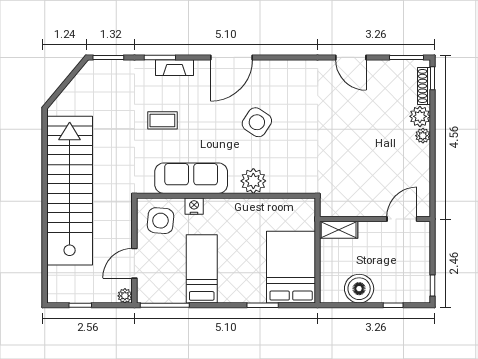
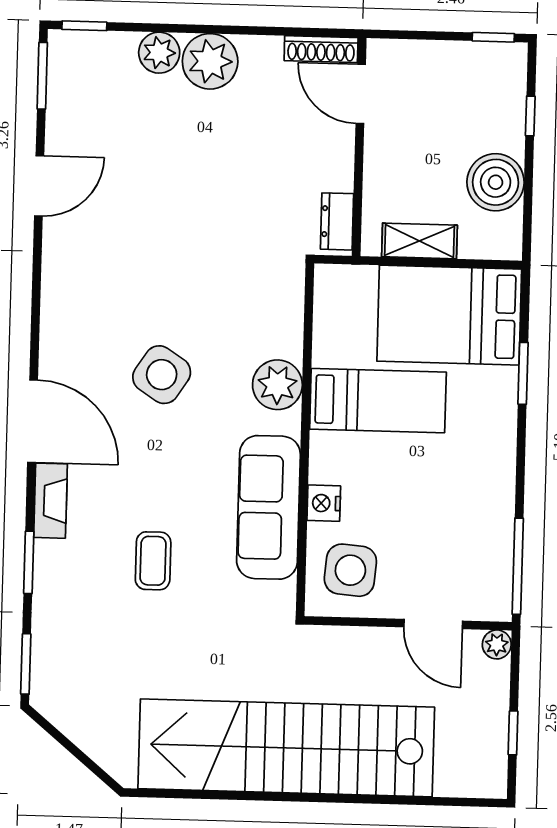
fireplace: (174, 68) -> (51, 501), moved
shoe rack: (424, 86) -> (321, 49), moved
plant: (423, 136) -> (210, 61), width x1.88, depth x1.88
dresser: (337, 209) -> (337, 221), added
shelving: (339, 230) -> (419, 241), moved, turned 90
bed: (202, 269) -> (378, 401), moved, turned 180

